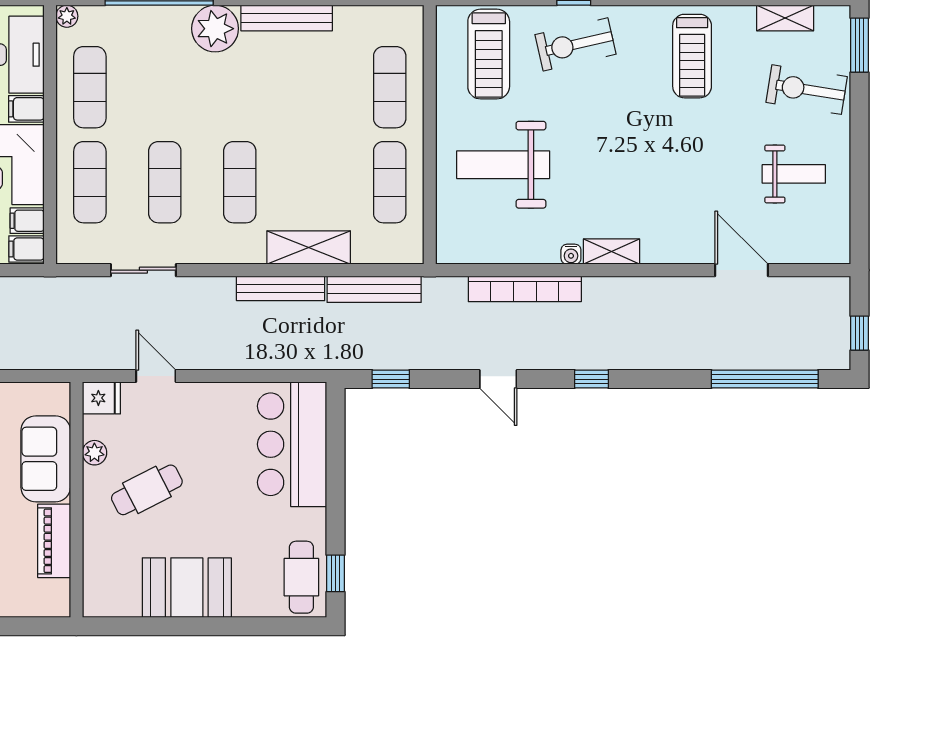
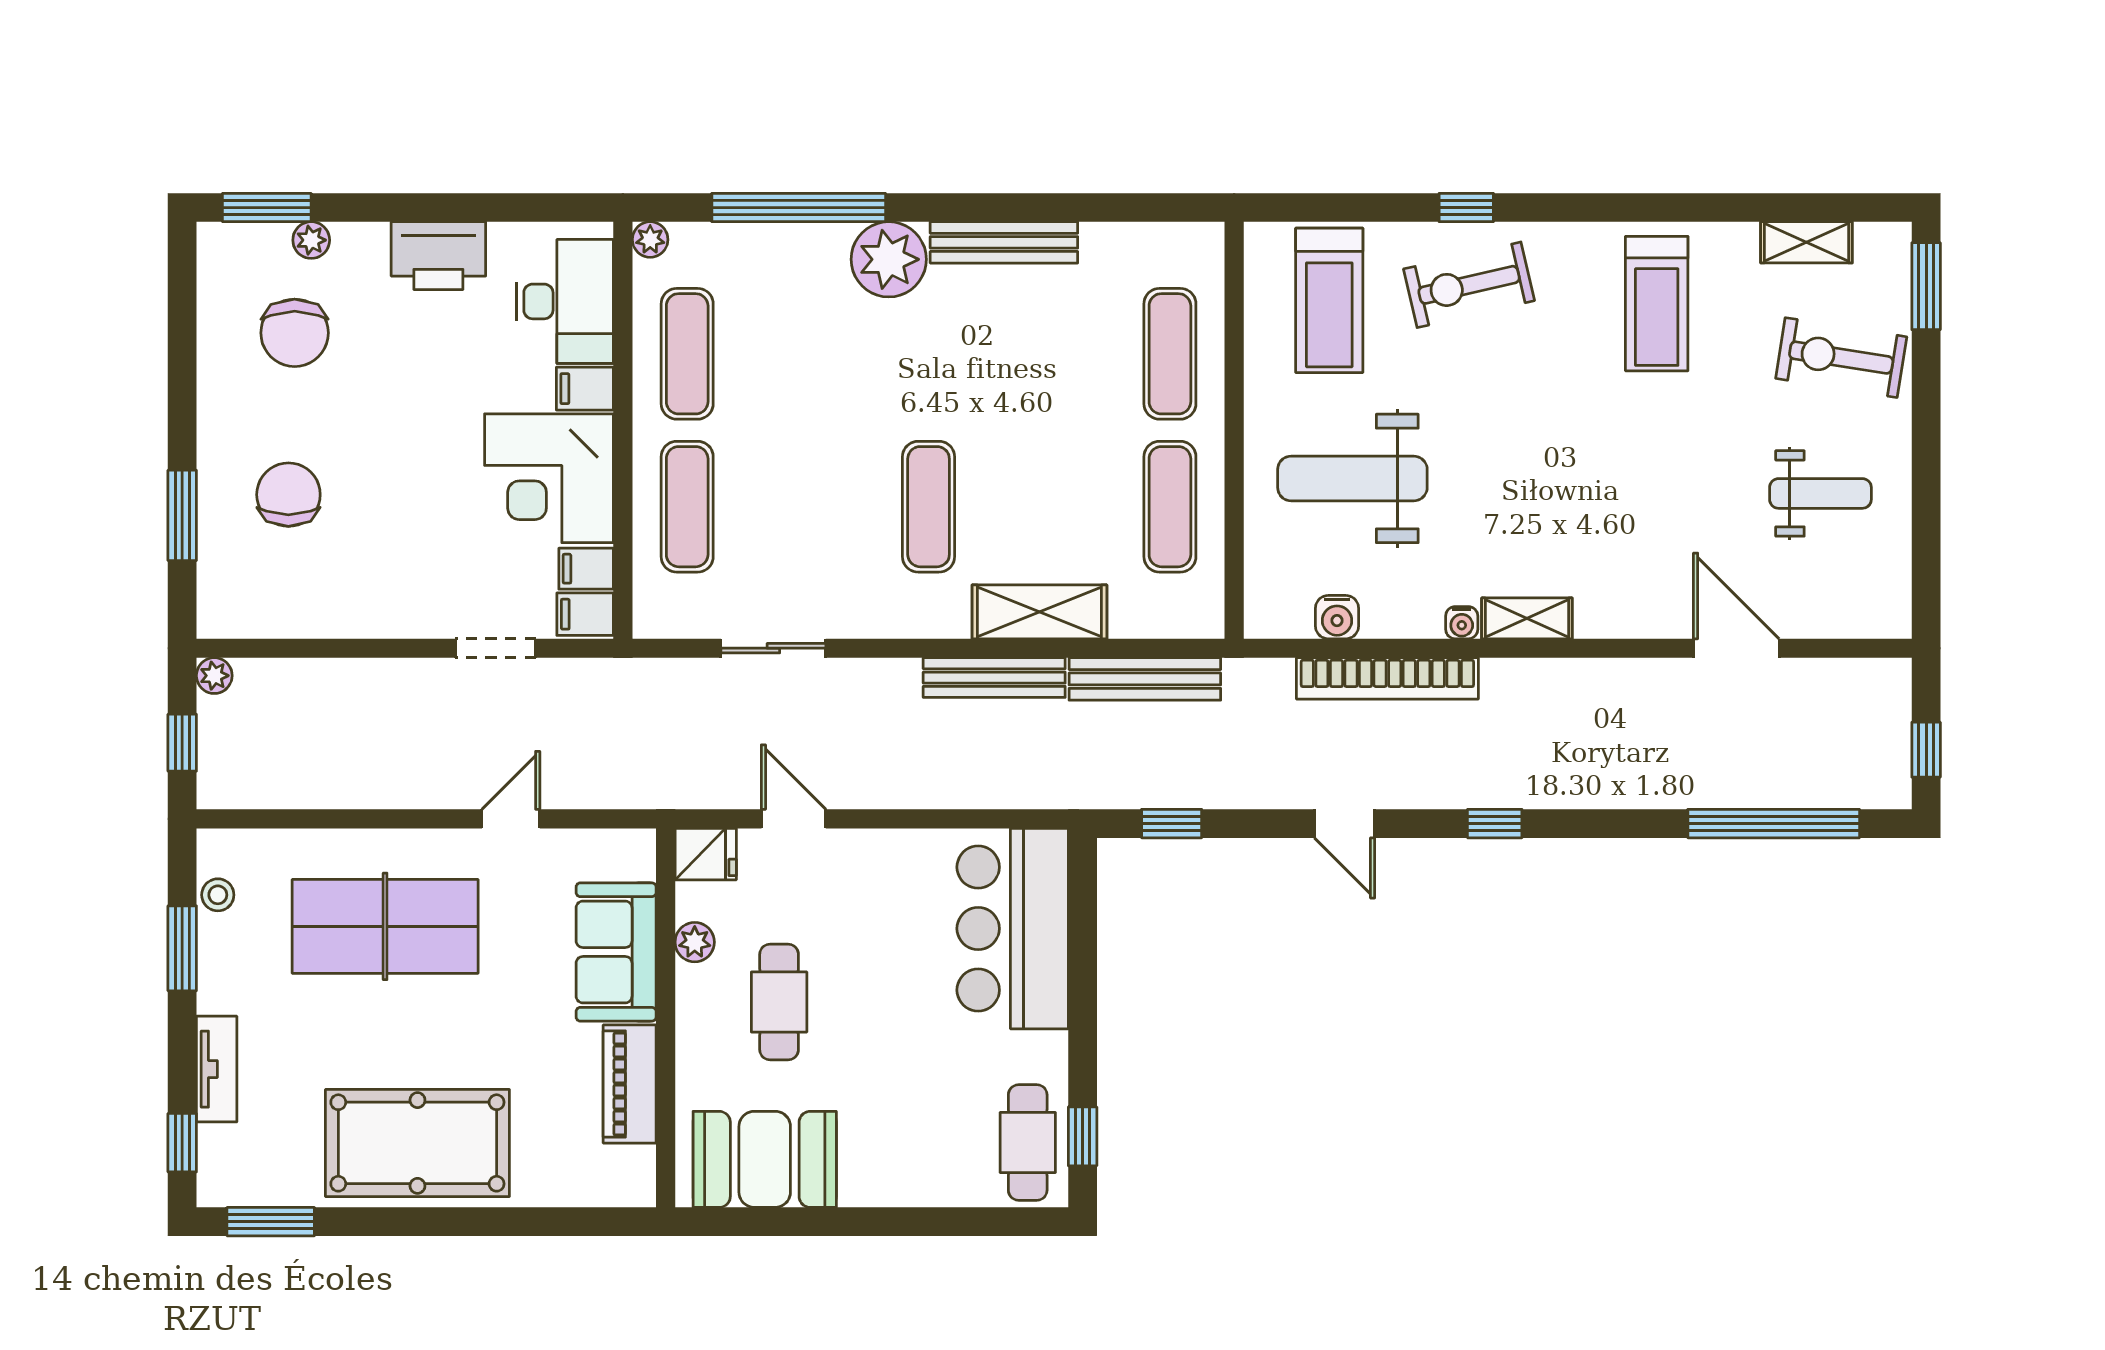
exercise mat: (165, 182) -> (808, 507), removed
water cooler: (494, 251) -> (1337, 617), added
cafe table: (147, 490) -> (779, 1002), turned -63
booth: (187, 588) -> (765, 1159), moved

